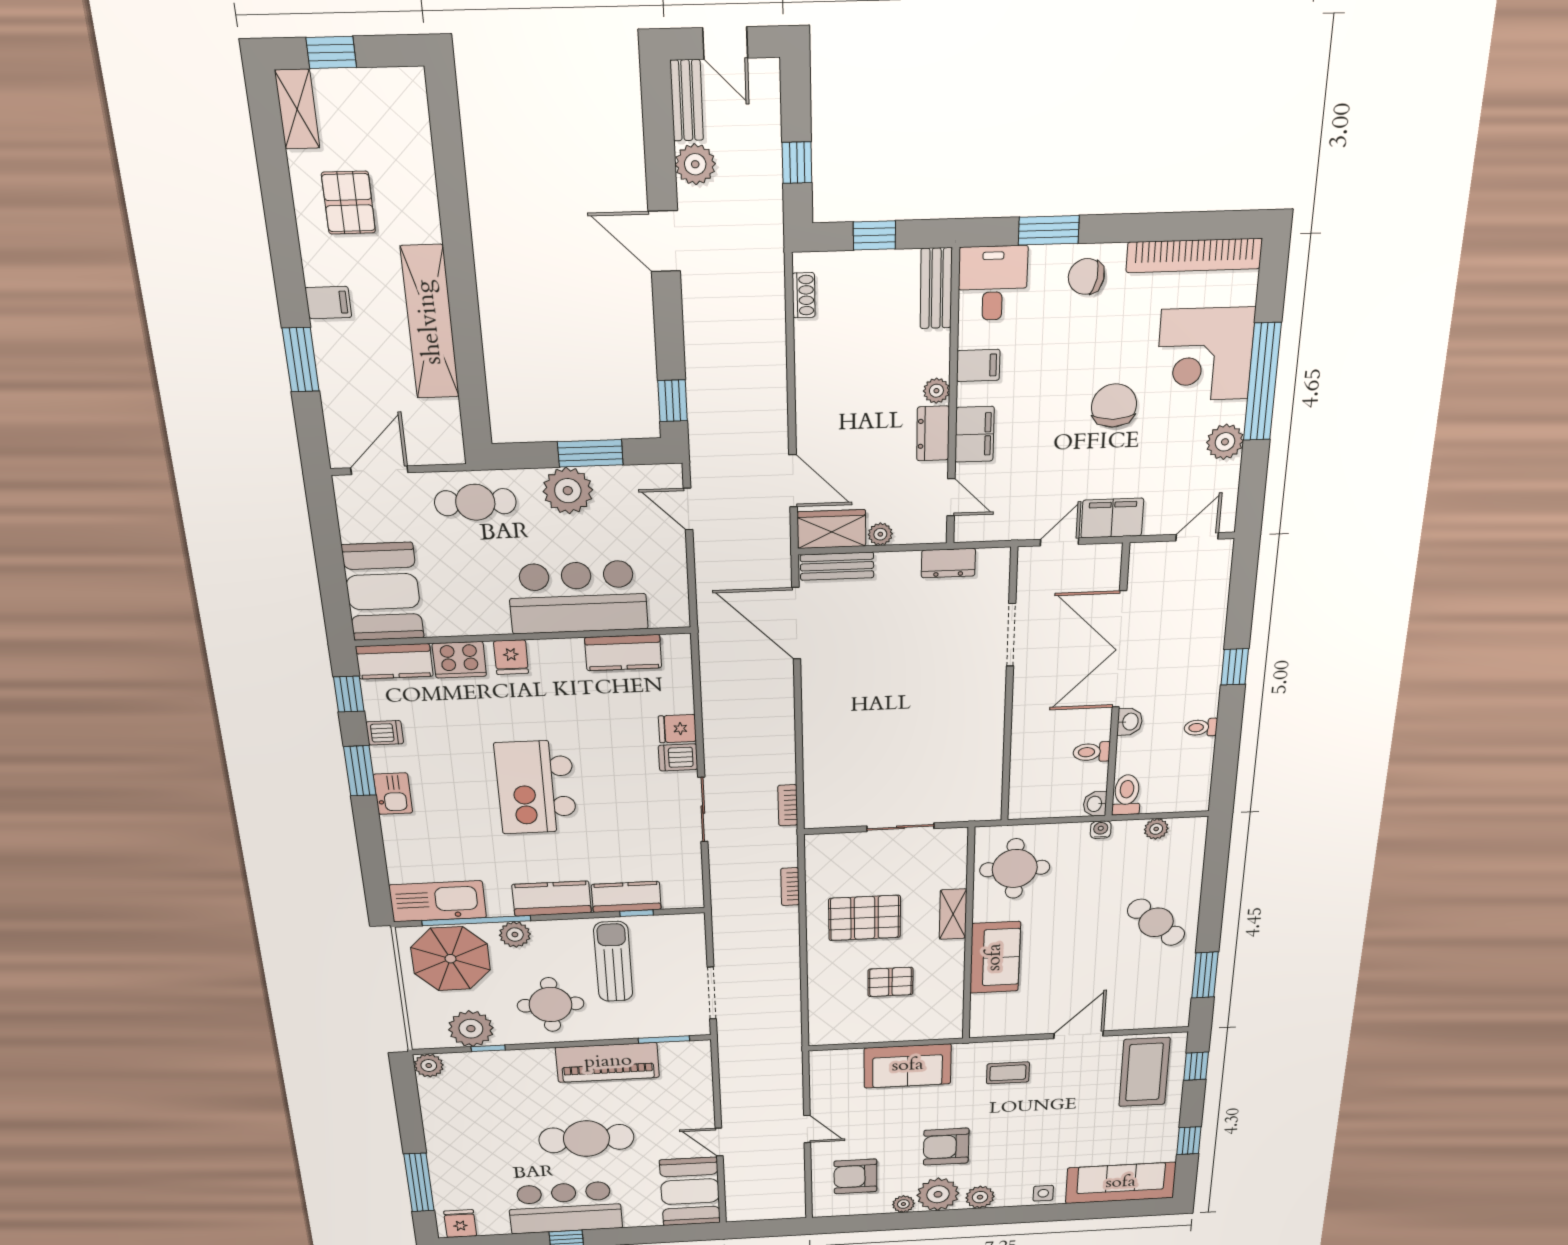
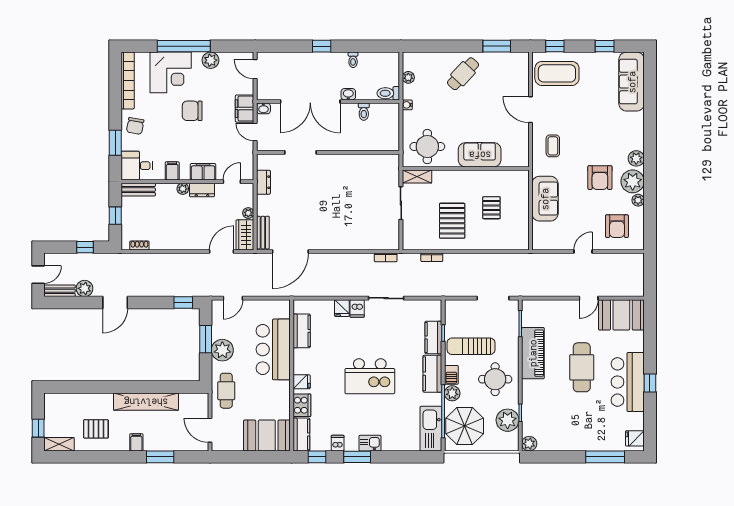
washbasin: (1095, 804) -> (263, 108), moved
shelving: (953, 914) -> (417, 177), moved
barbecue: (552, 931) -> (451, 375), added
side table: (1043, 1193) -> (636, 124), removed

